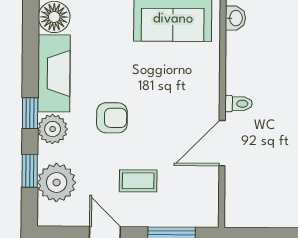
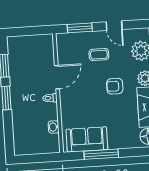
washbasin: (235, 18) -> (54, 127), moved

